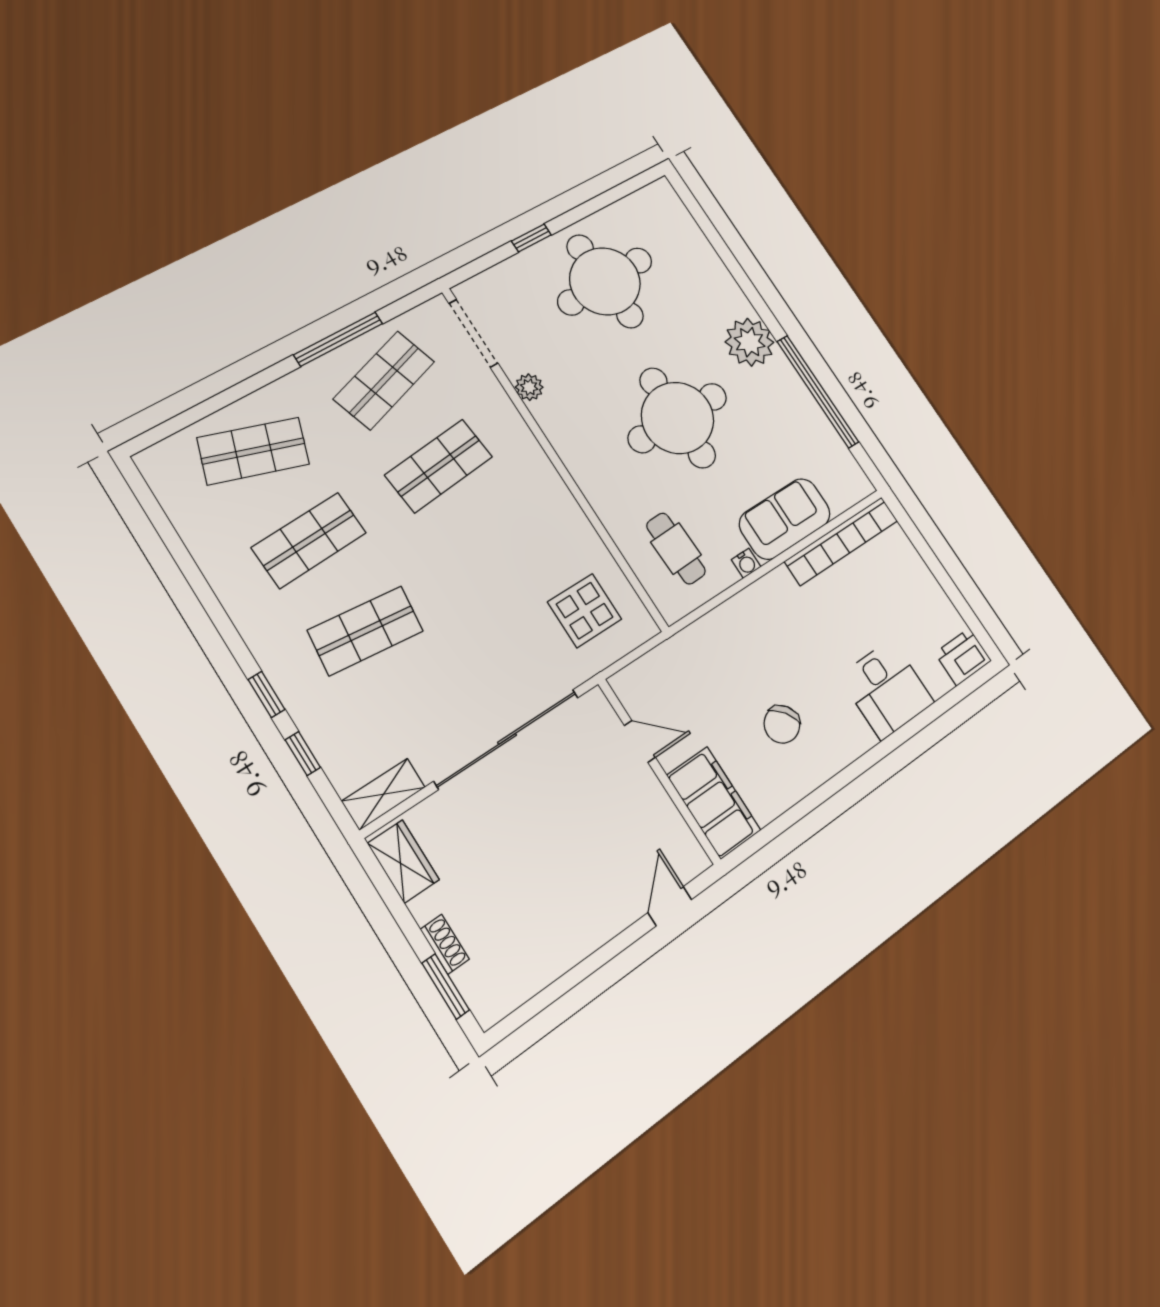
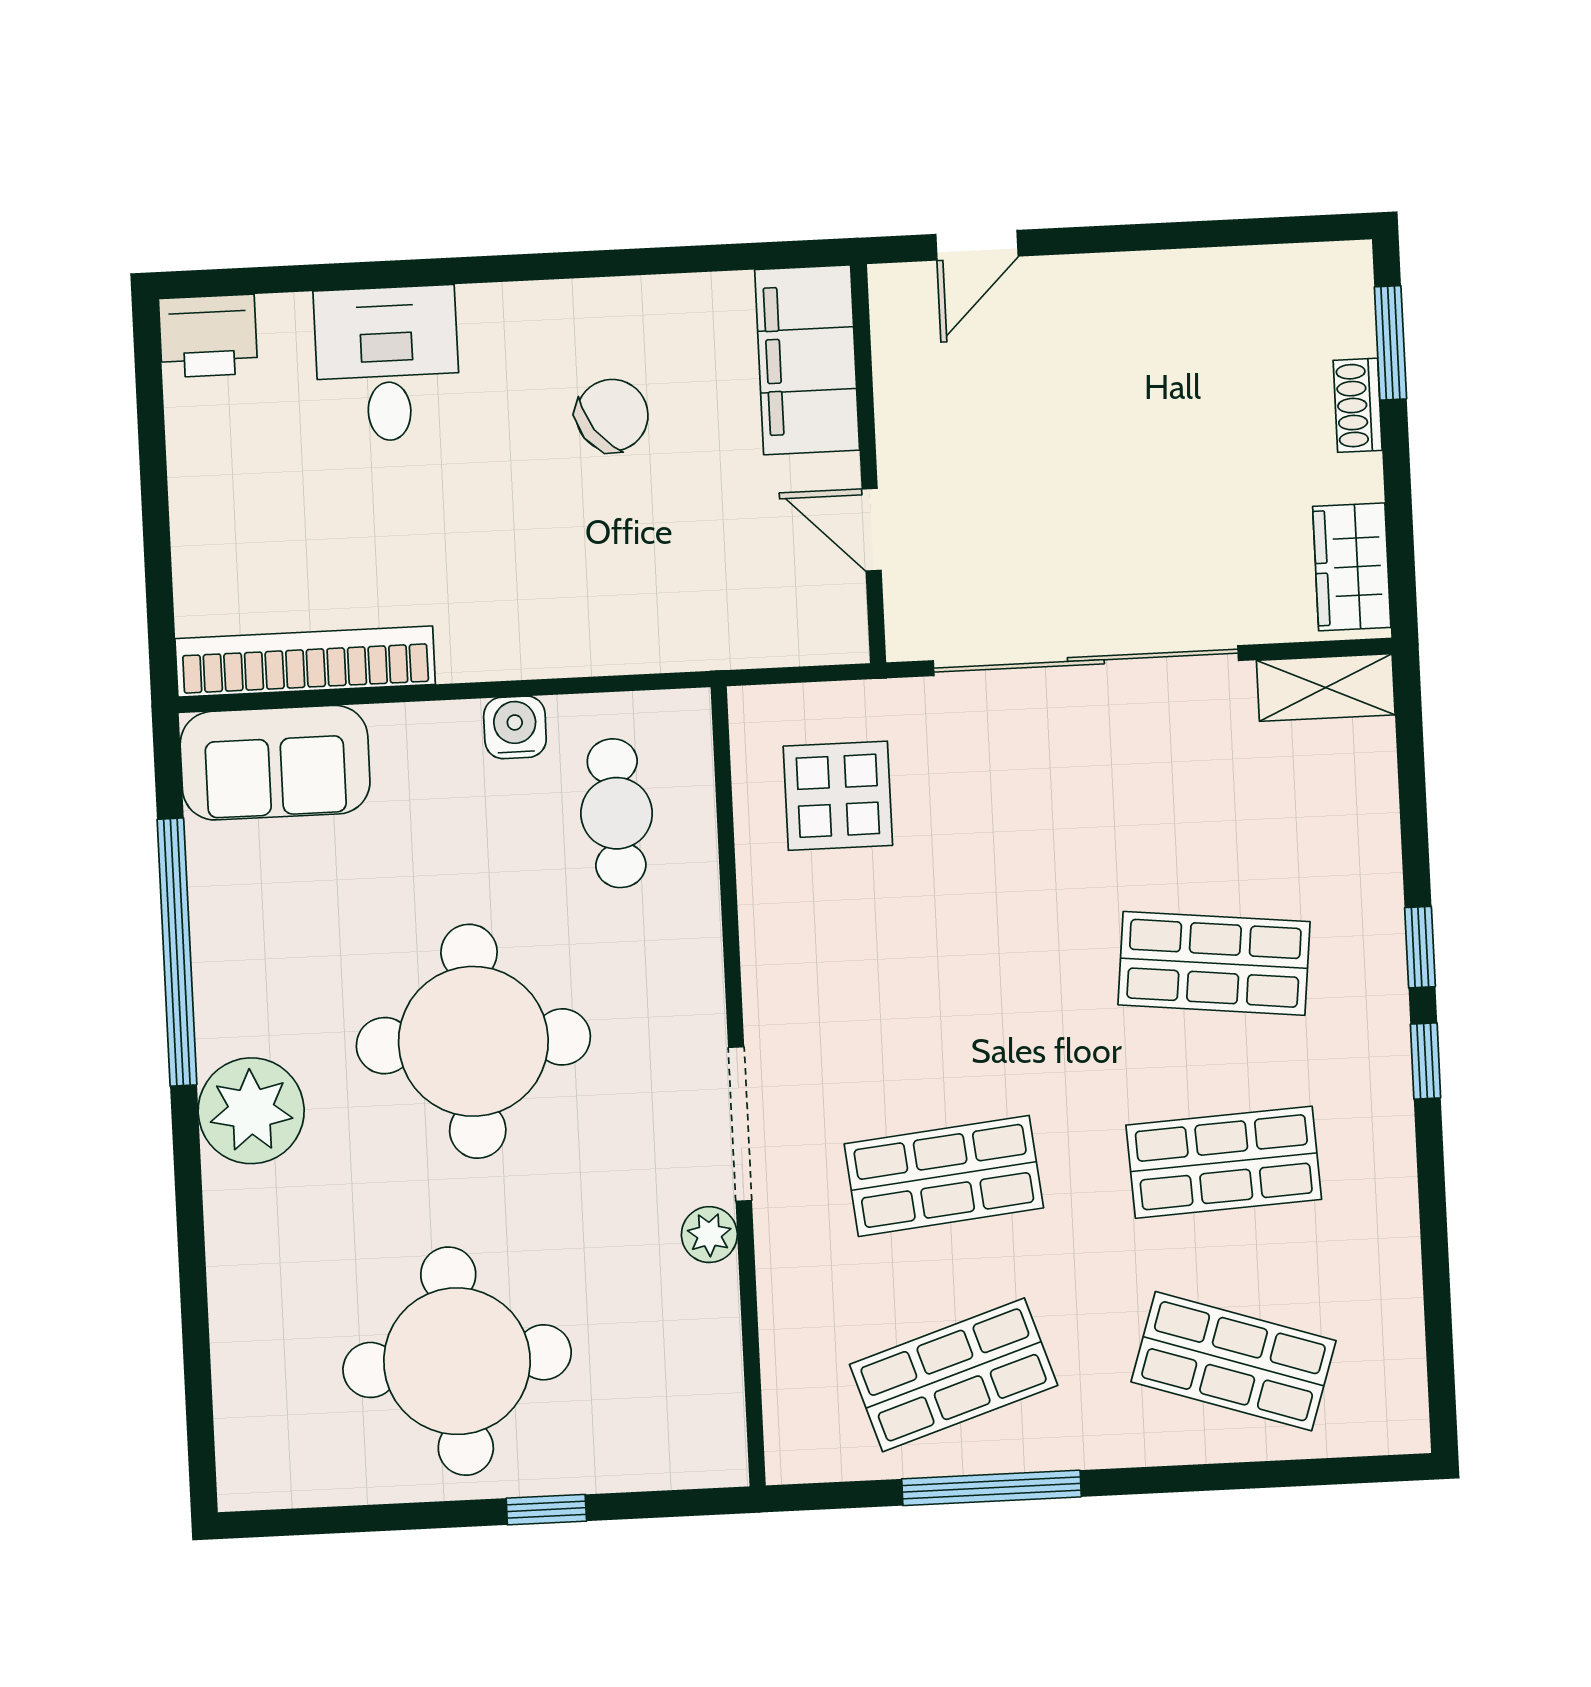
doorway: (473, 333) -> (740, 1124), moved
sofa: (785, 519) -> (275, 763), moved
water cooler: (746, 563) -> (515, 727), width x1.38, depth x1.38
window: (303, 754) -> (1426, 1061), moved

